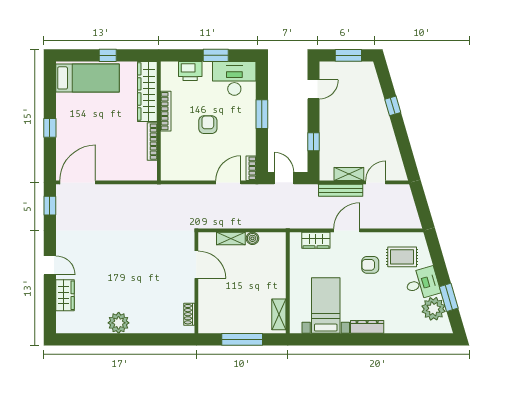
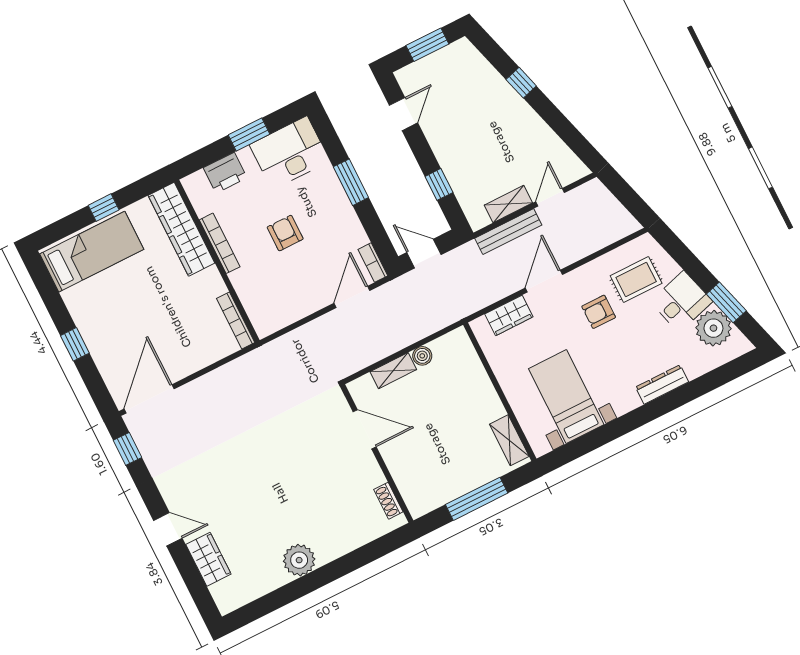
bookcase: (152, 142) -> (236, 321), moved
dresser: (367, 327) -> (662, 384), moved

